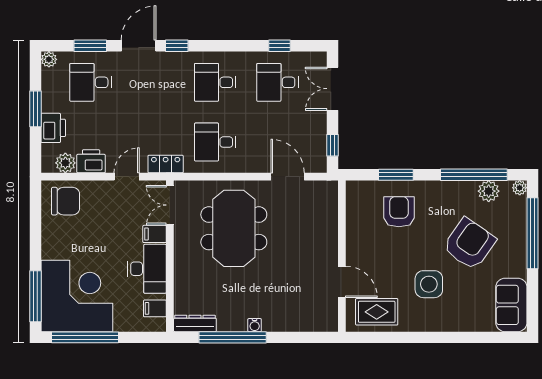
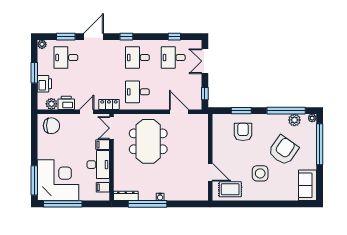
window: (177, 46) -> (126, 37), moved

